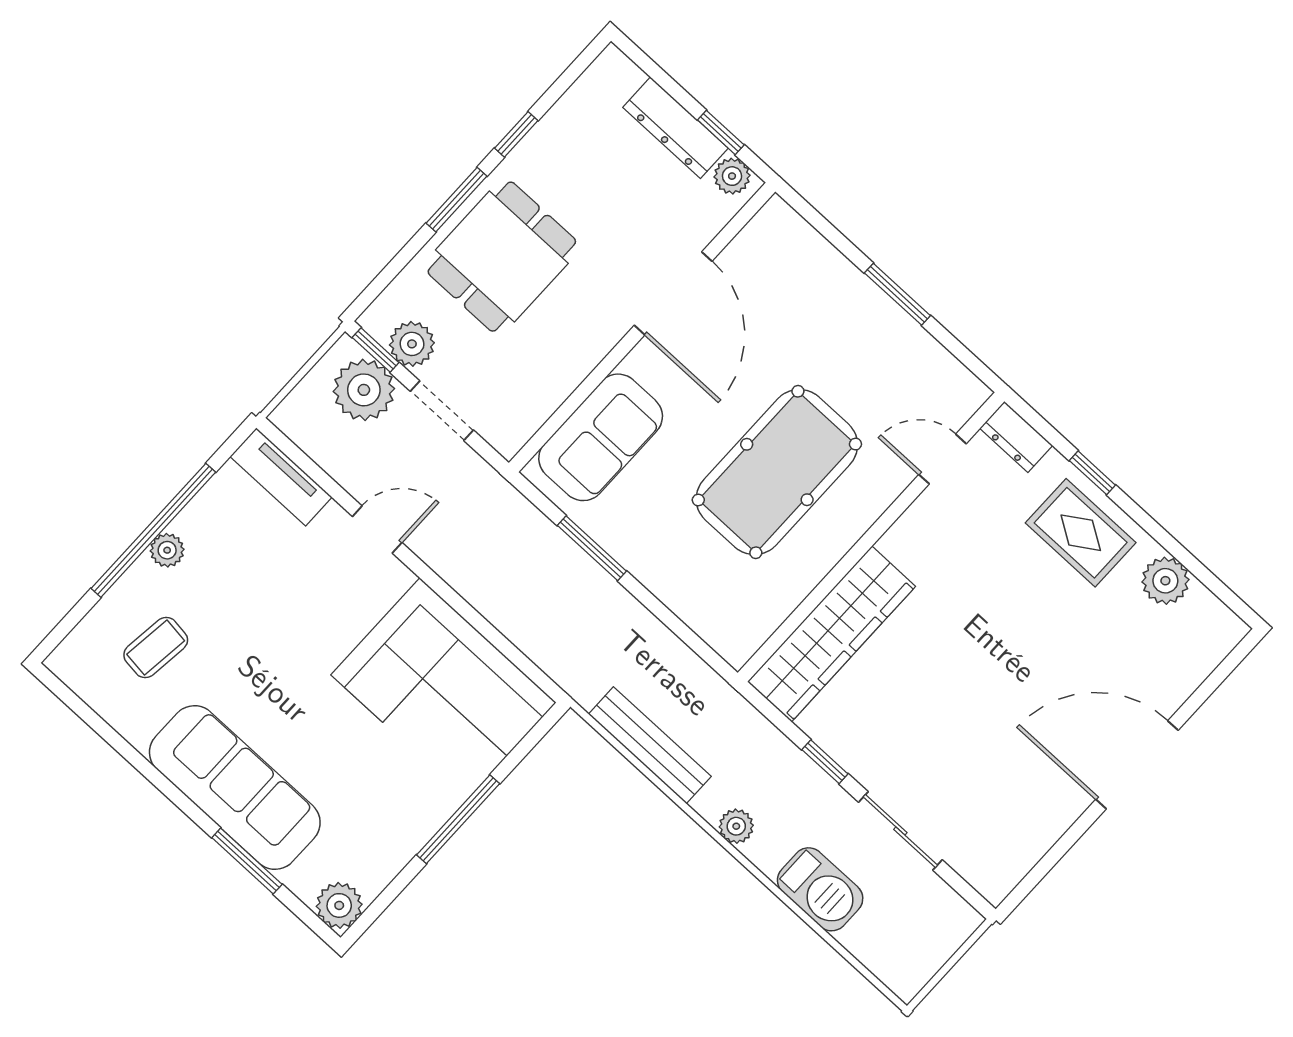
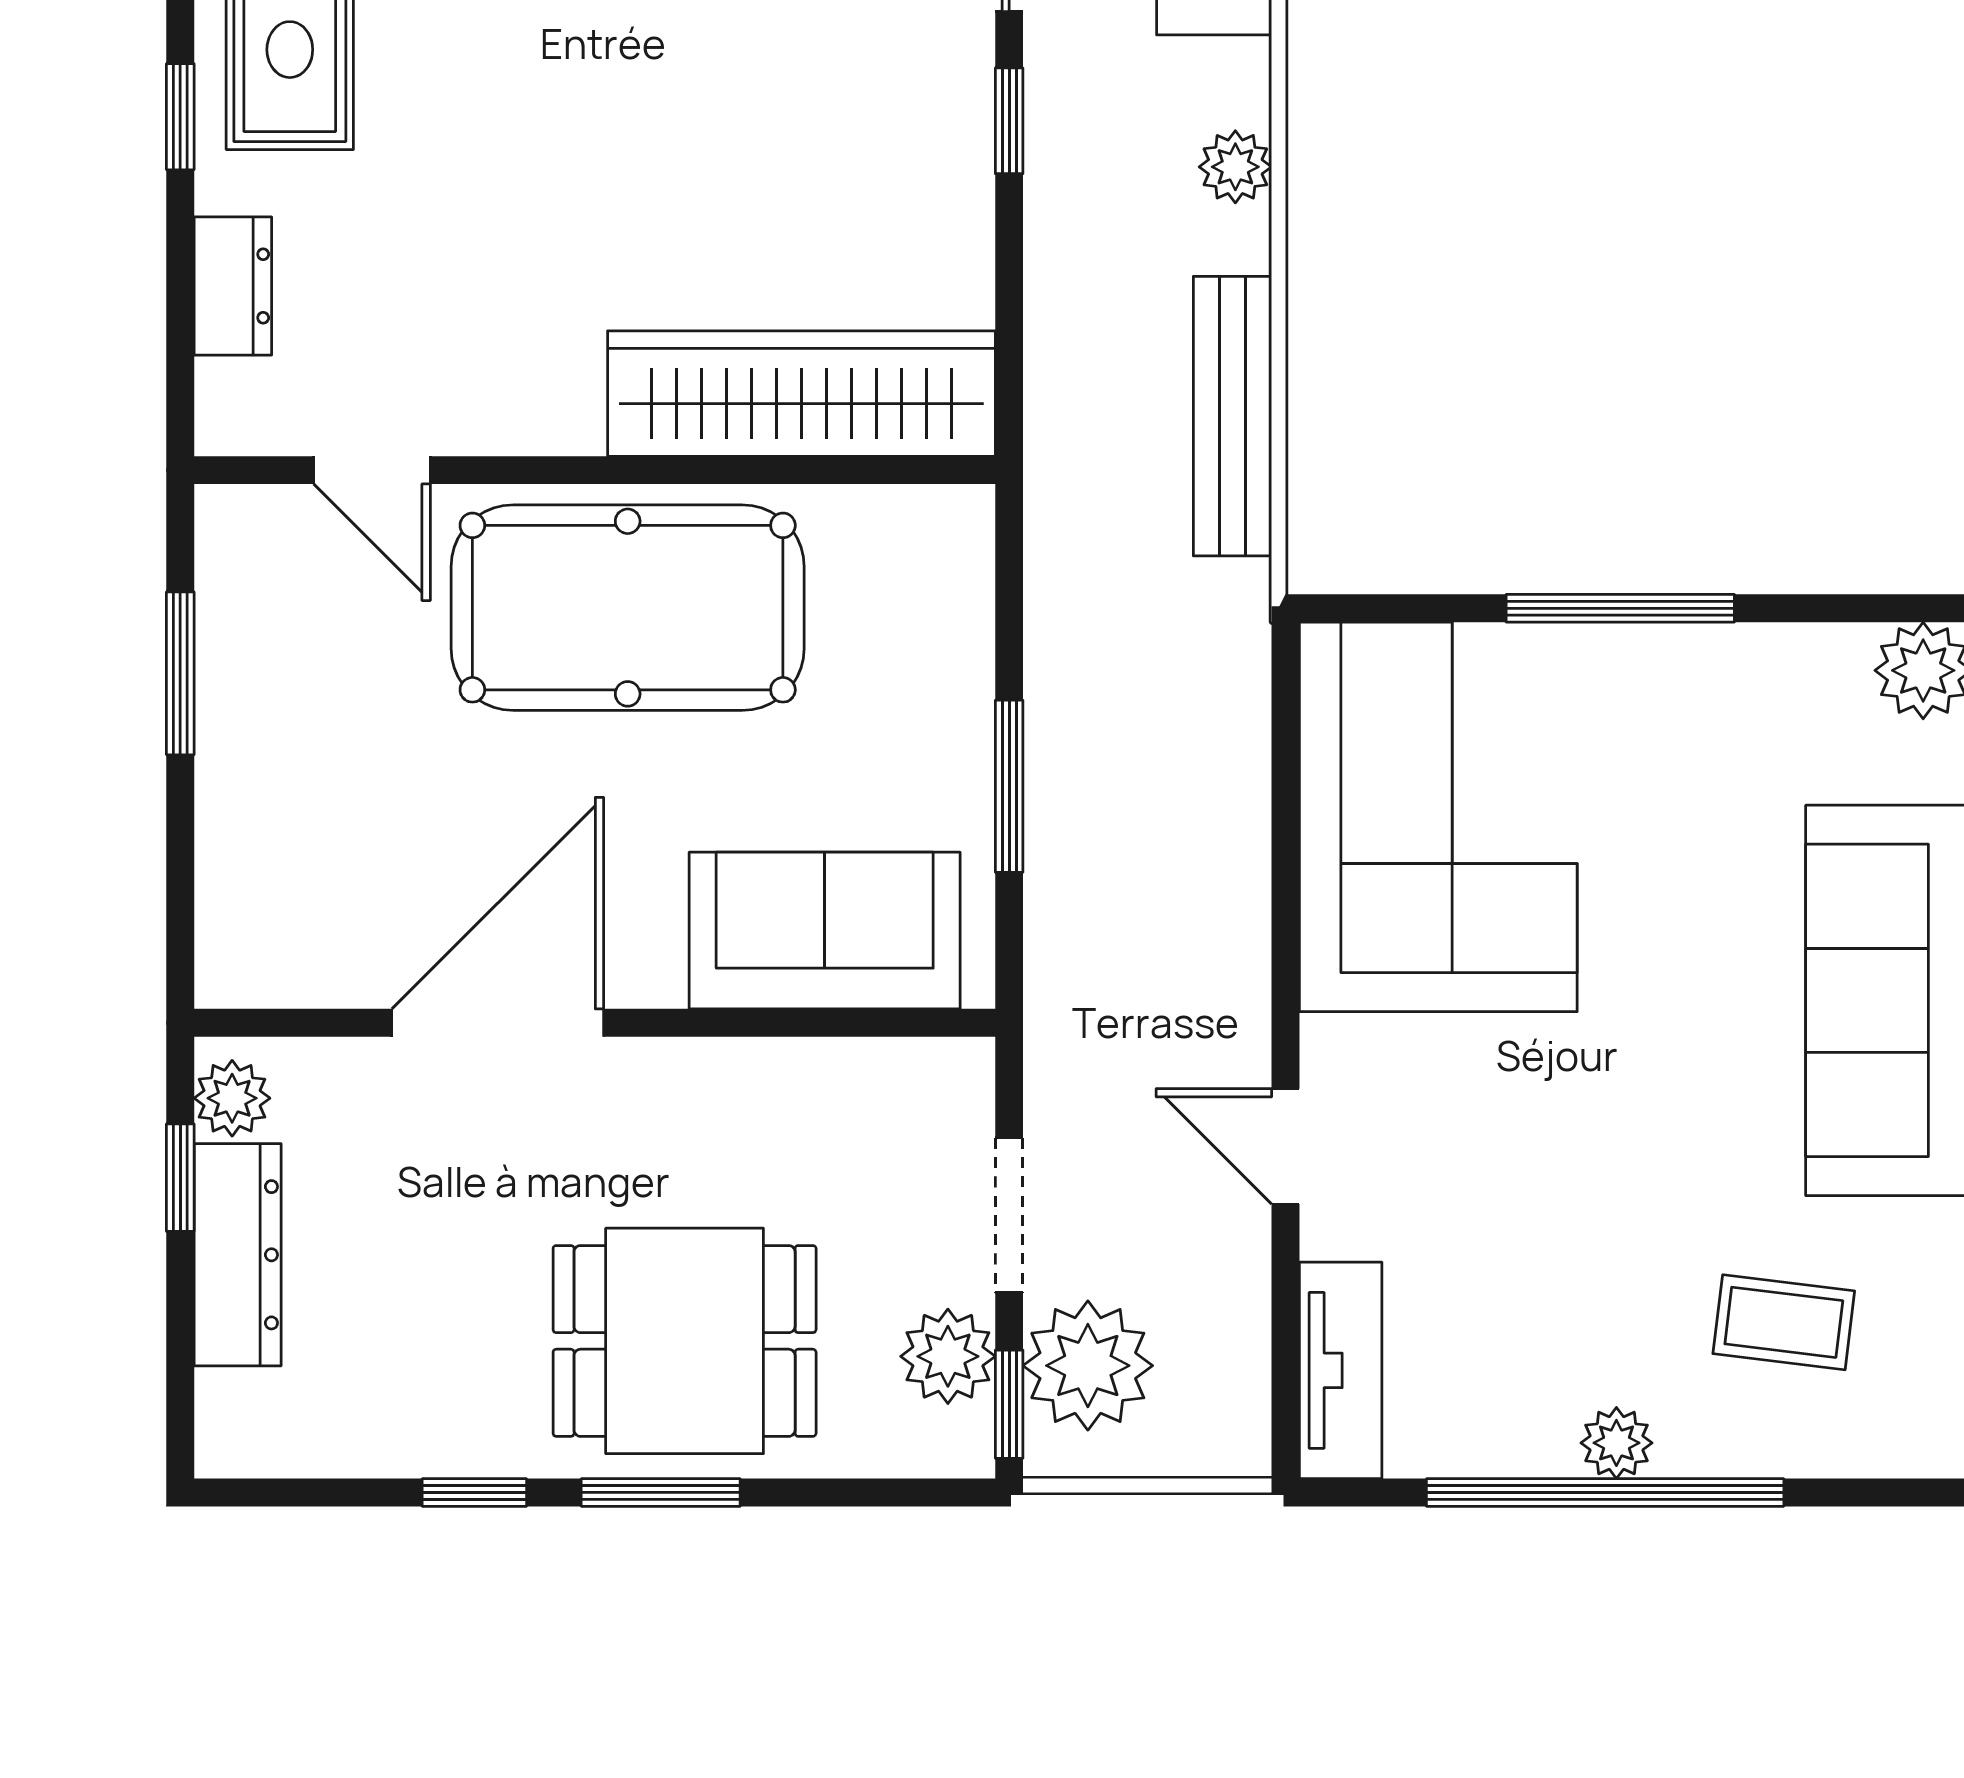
door: (943, 459) -> (372, 470), moved
wall: (871, 537) -> (595, 470), moved
wardrobe: (832, 634) -> (801, 394), moved

